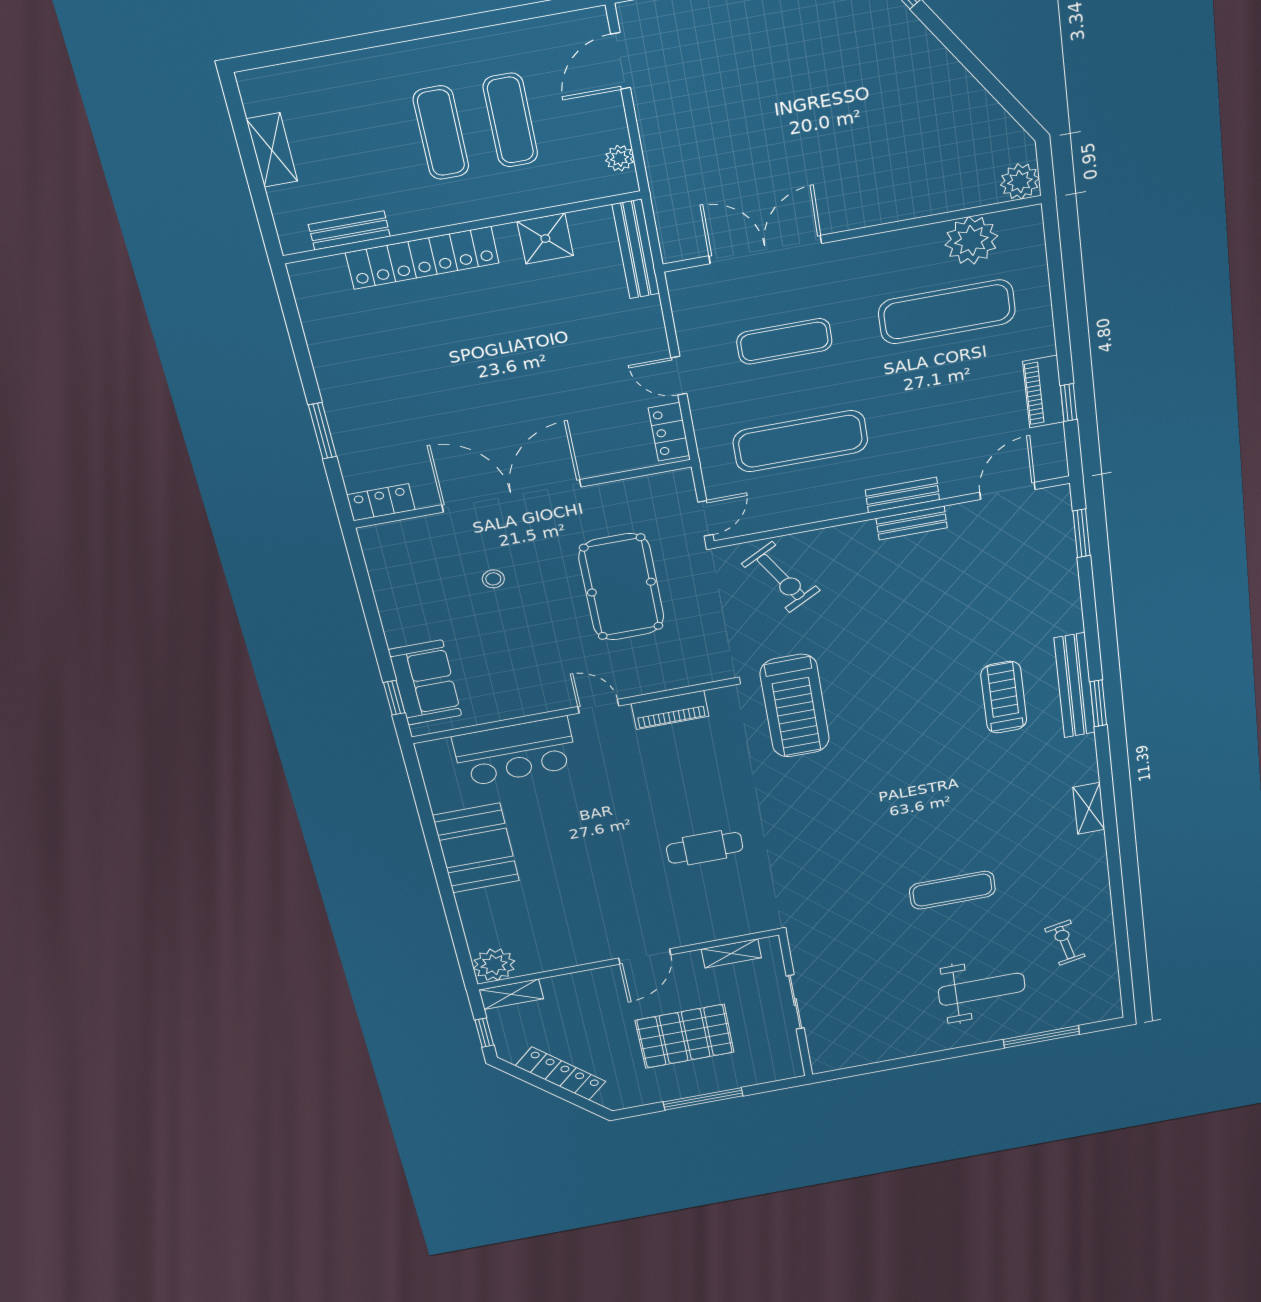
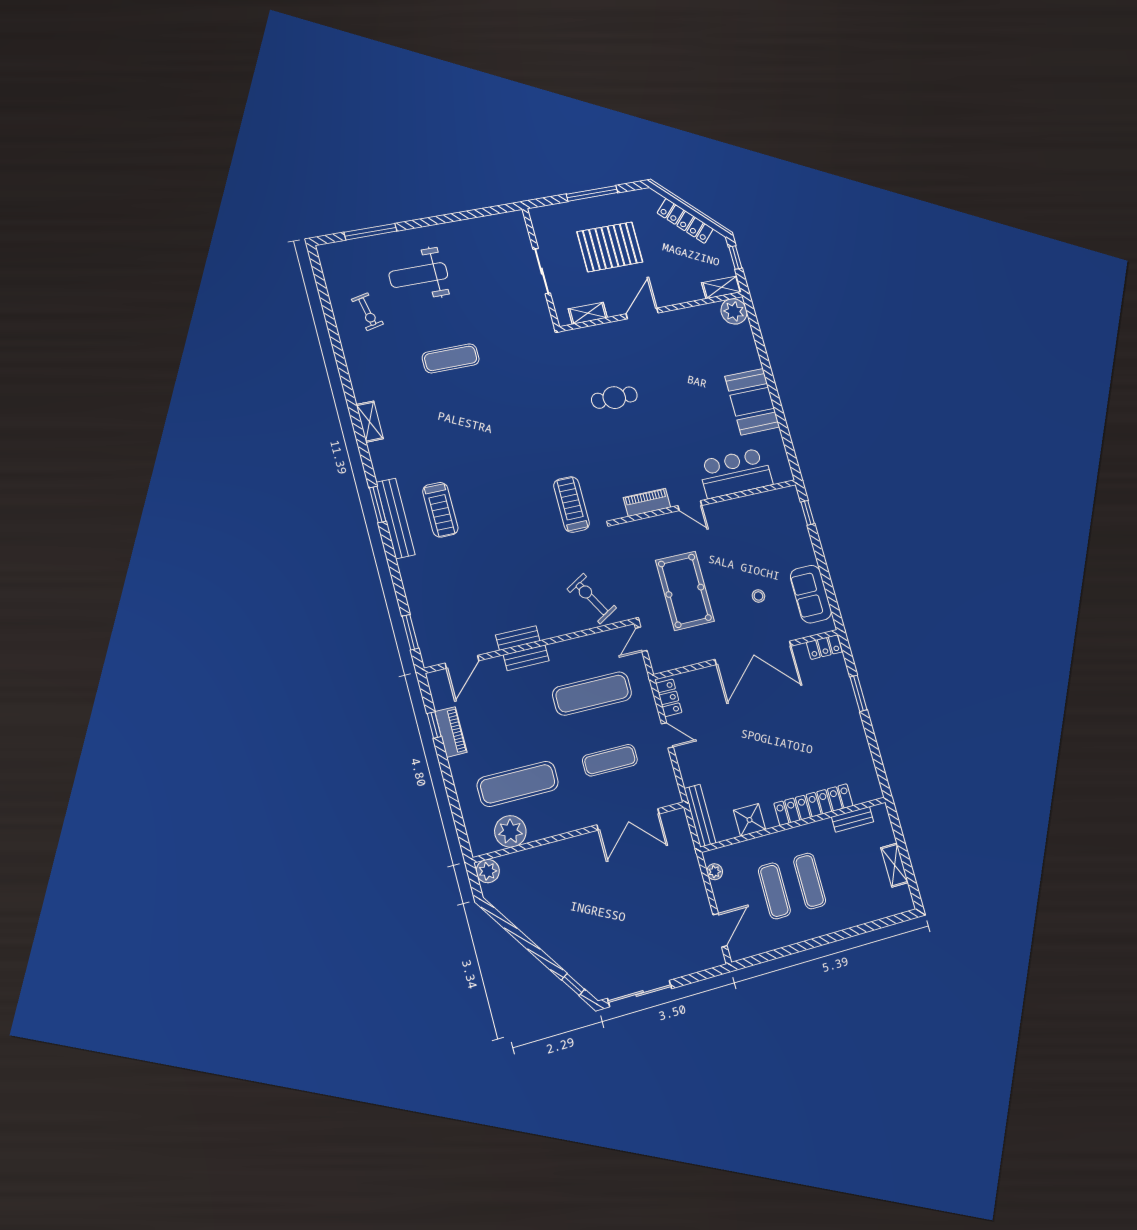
sofa: (425, 683) -> (811, 594), moved
treadmill: (795, 706) -> (572, 505), width x0.73, depth x0.73

